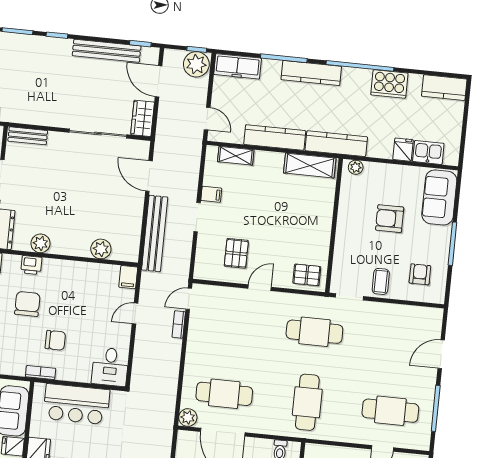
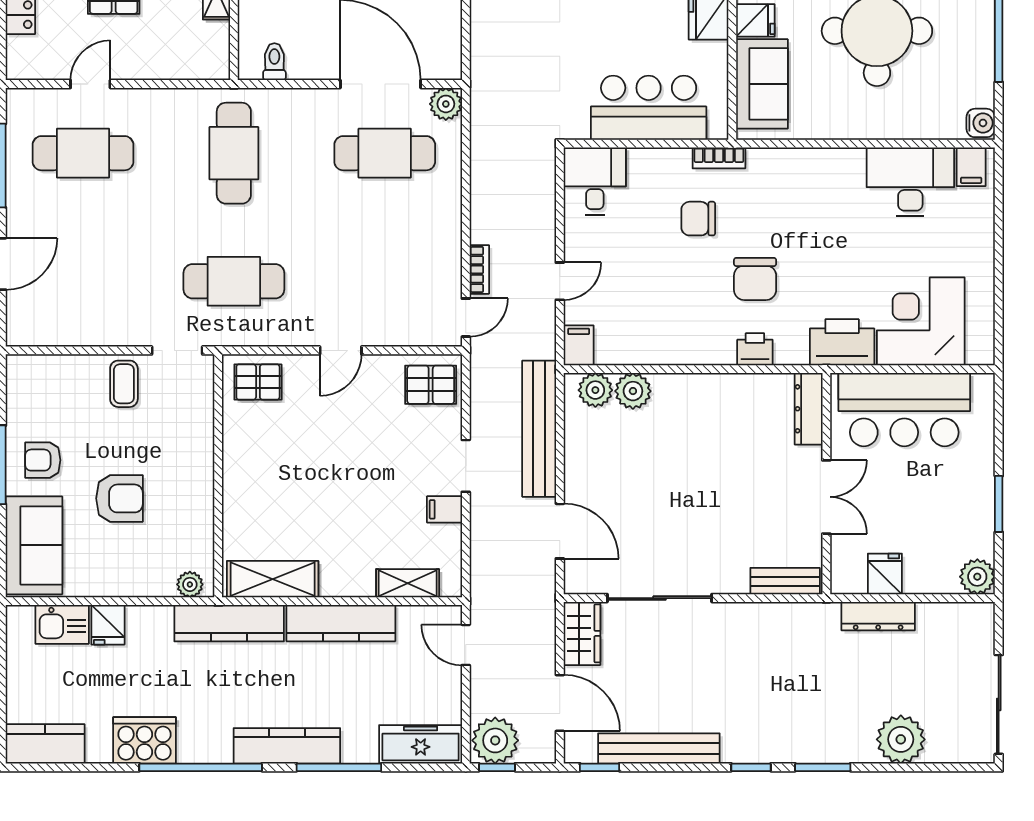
plant: (40, 243) -> (595, 390), moved
pallet: (236, 253) -> (431, 385), moved, turned 90
armchair: (420, 274) -> (43, 460), moved, turned 90

